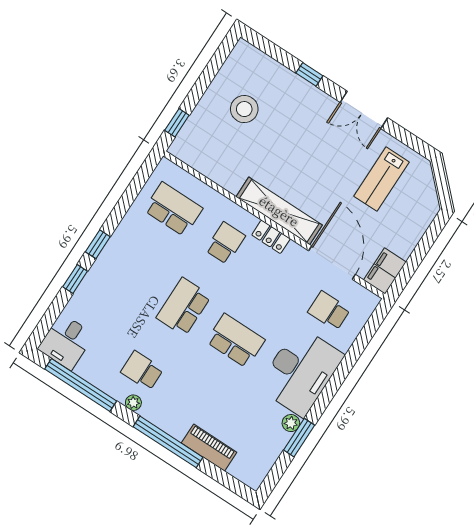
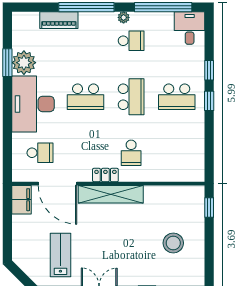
school desk: (173, 209) -> (177, 97), moved
plant: (291, 423) -> (24, 63), width x1.88, depth x1.88

